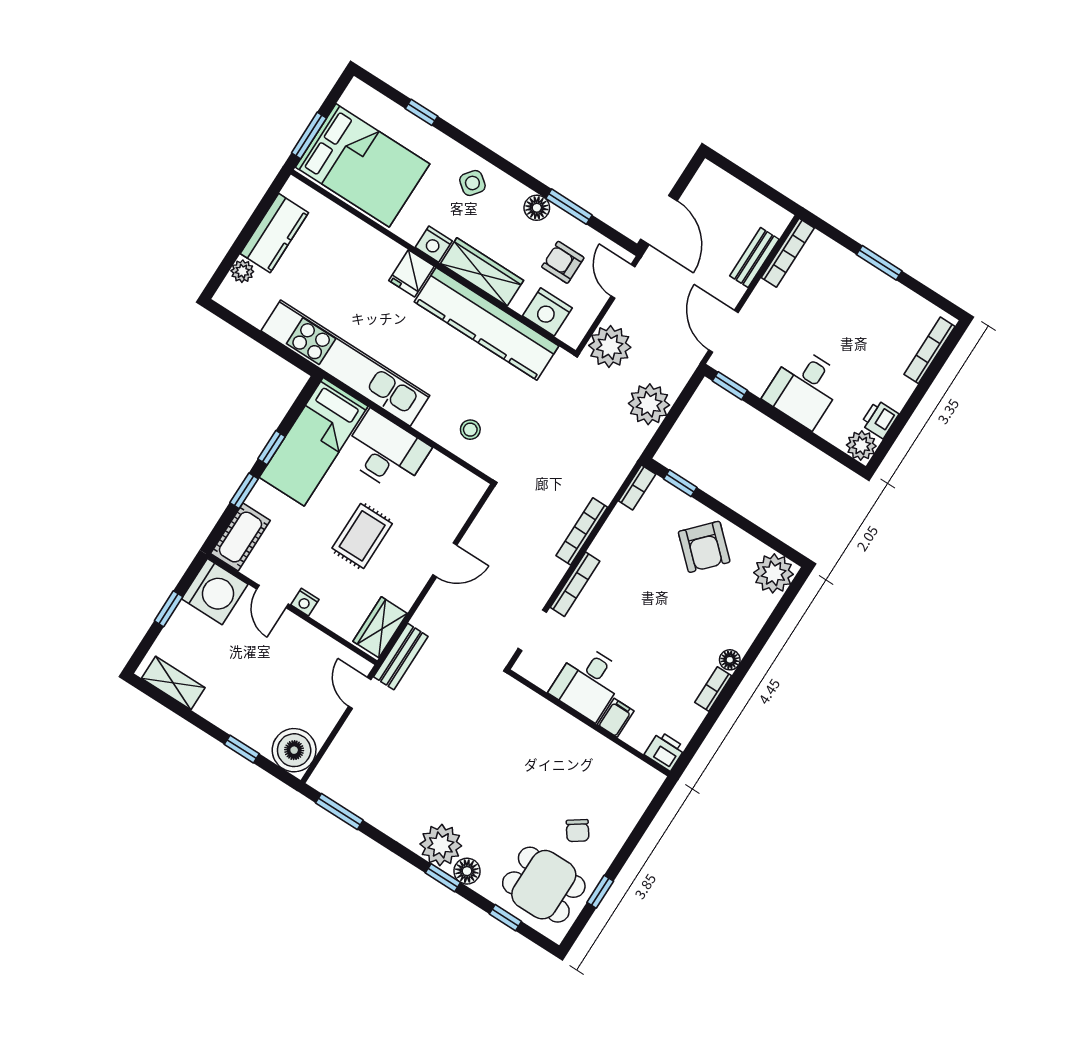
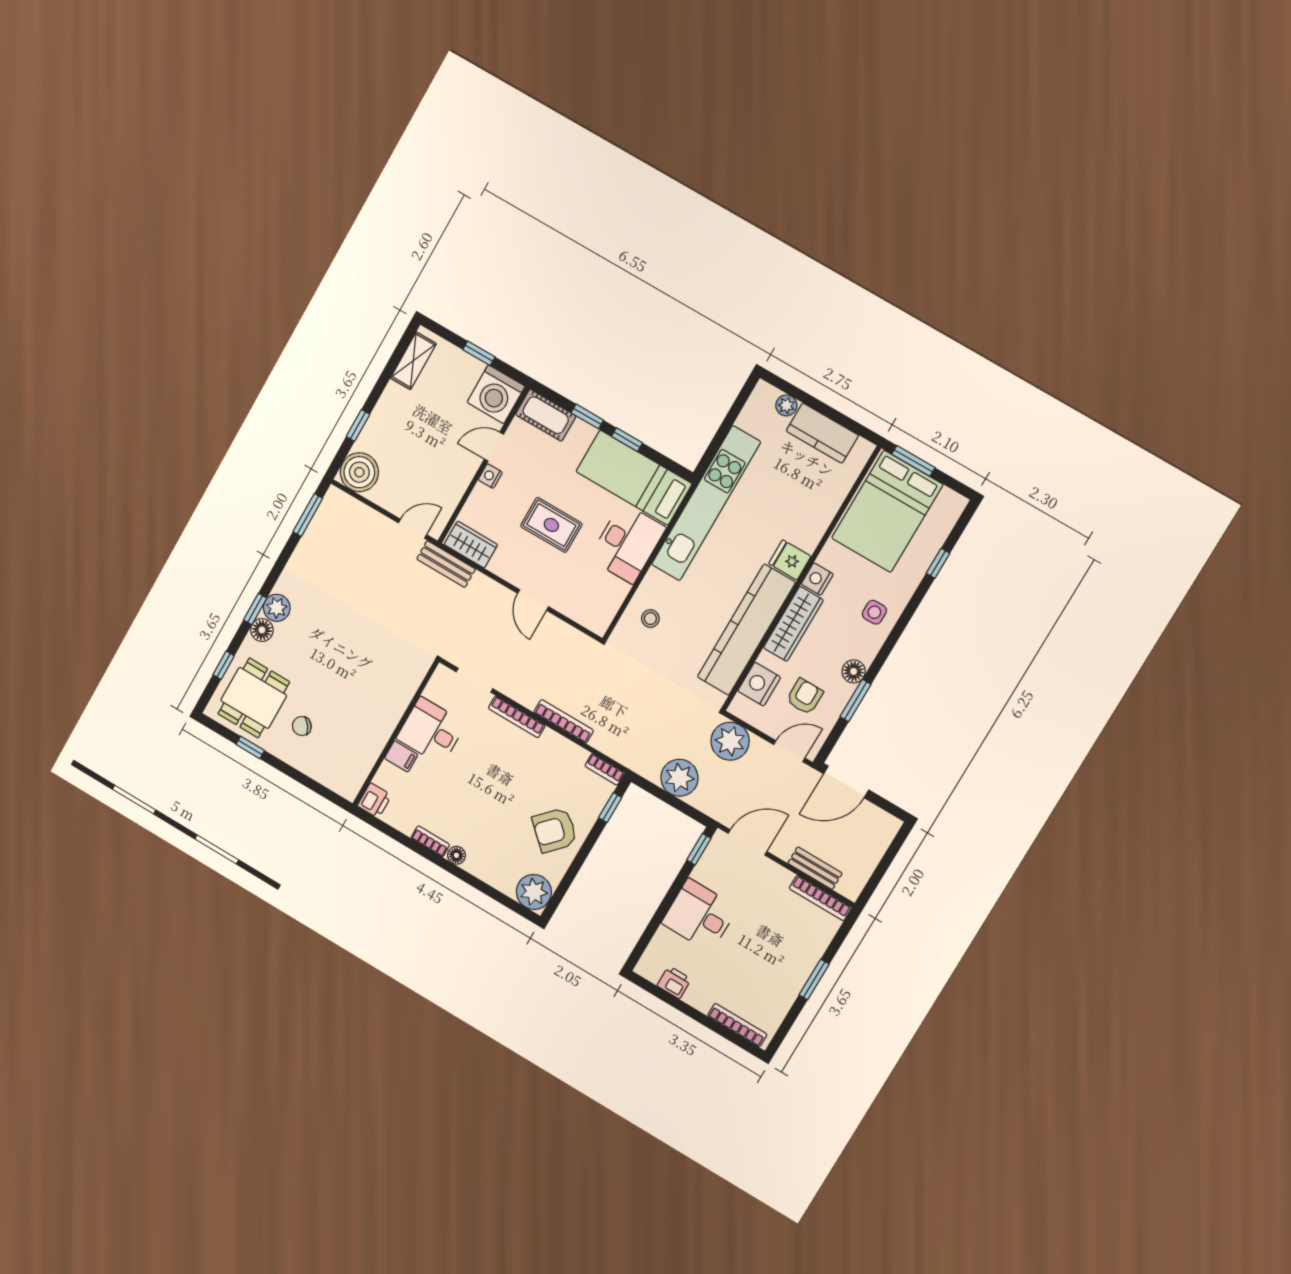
side table: (472, 183) -> (874, 612), turned -38
plant: (861, 445) -> (650, 967), removed
plant: (441, 845) -> (277, 608), width x0.73, depth x0.73

